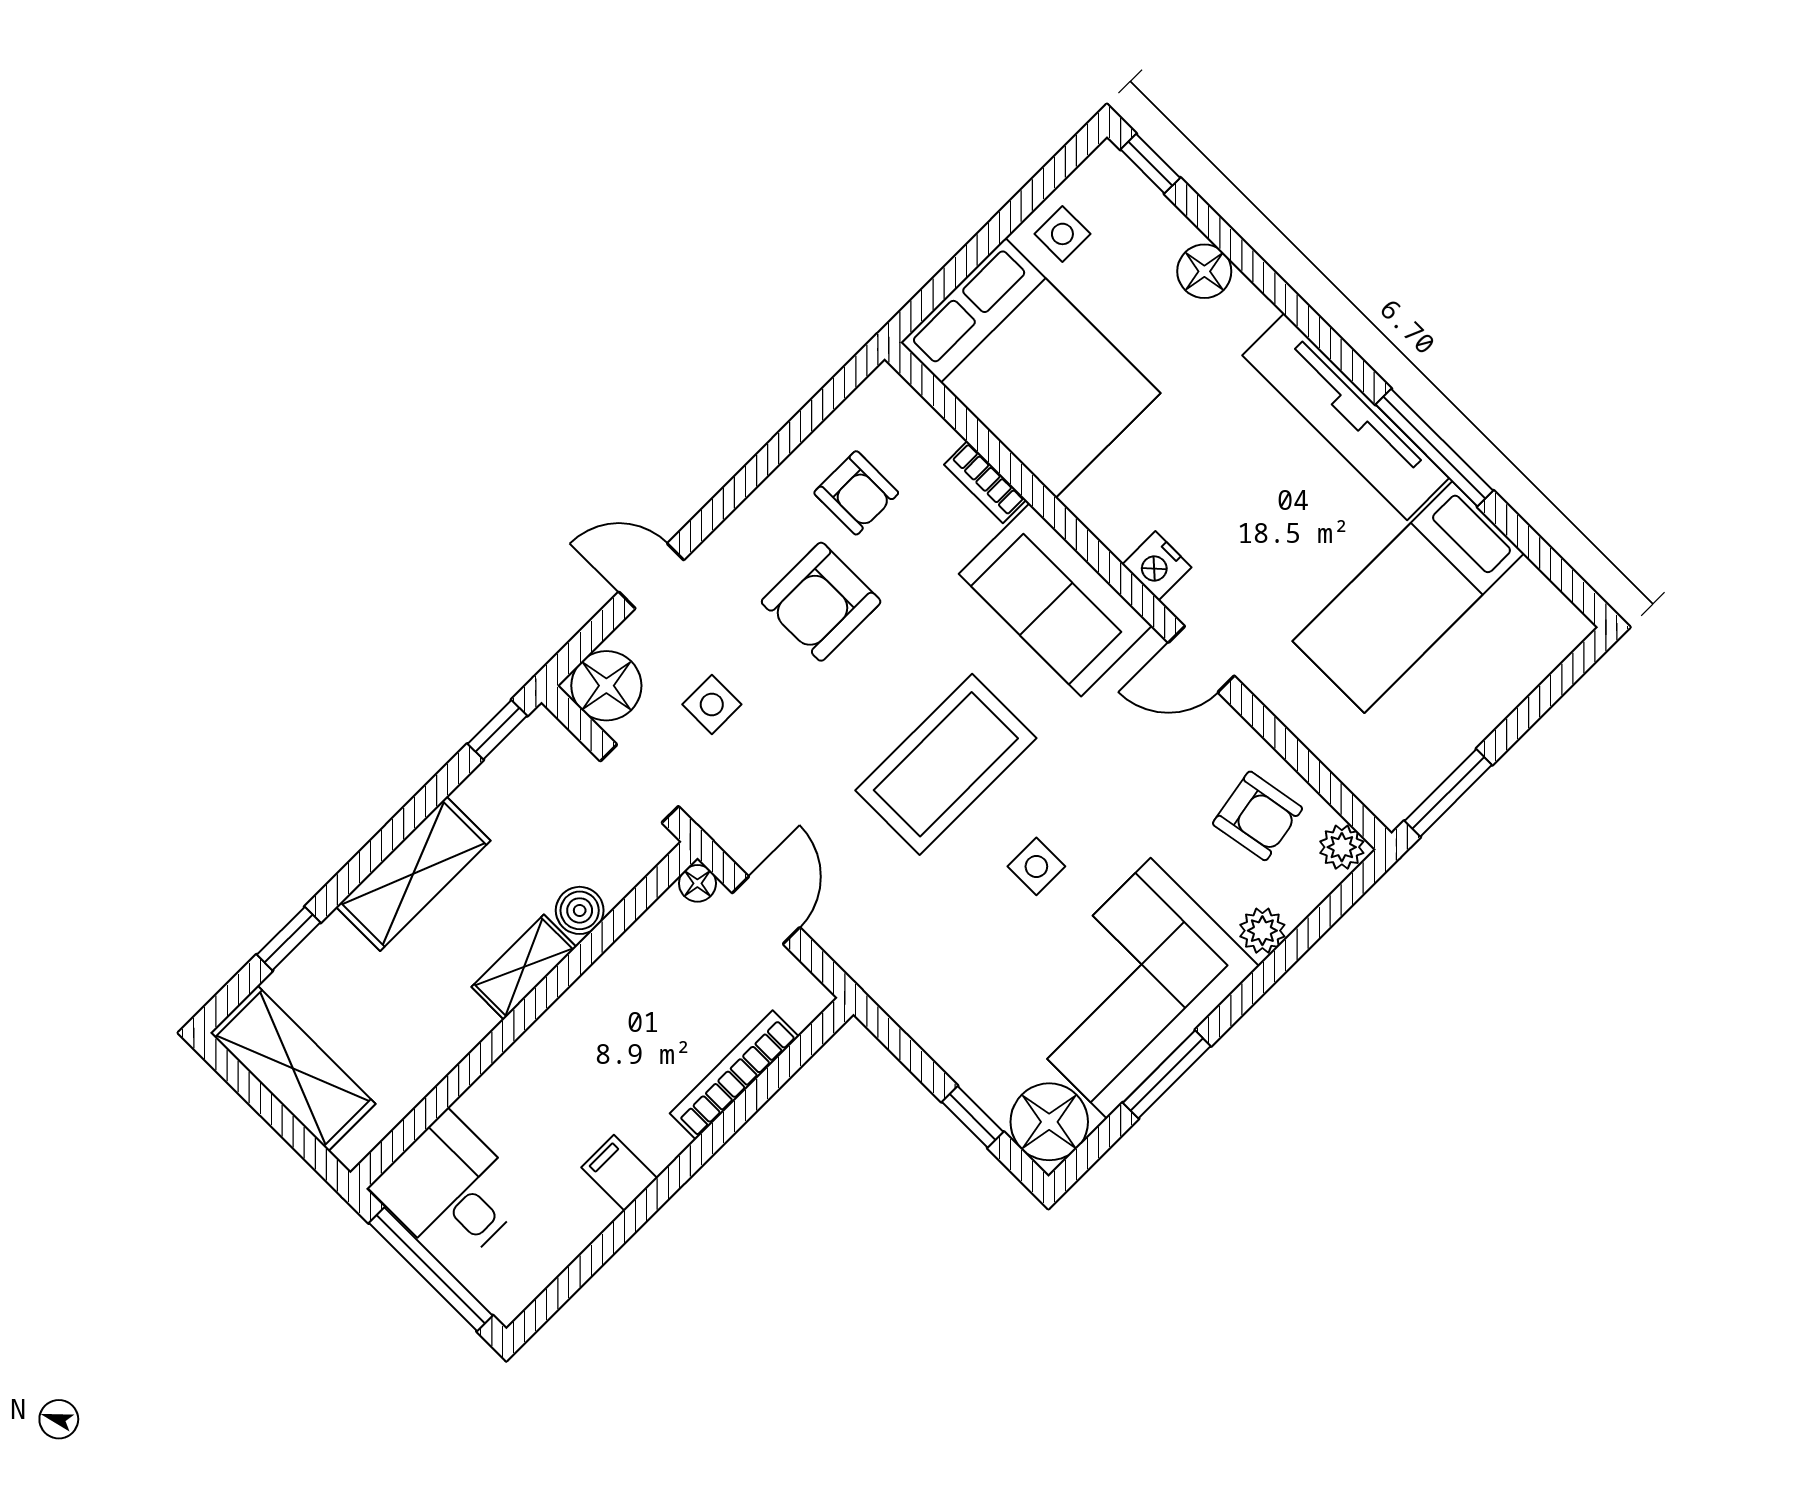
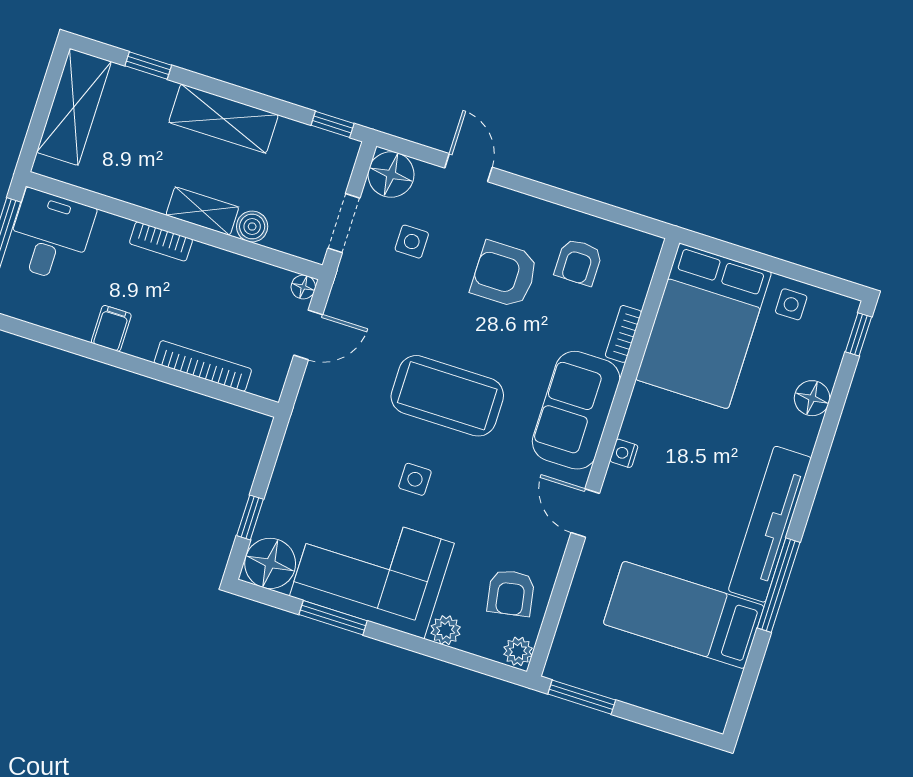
nightstand: (1157, 566) -> (624, 453), width x0.72, depth x0.74
bookcase: (536, 1044) -> (161, 241), added

